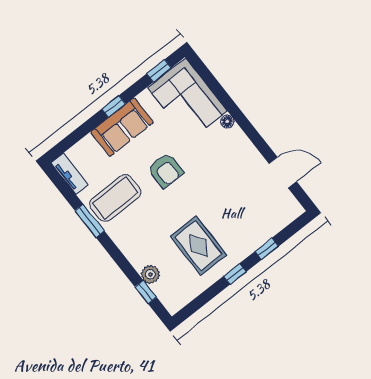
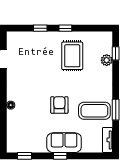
corner sofa: (187, 99) -> (22, 131), removed

